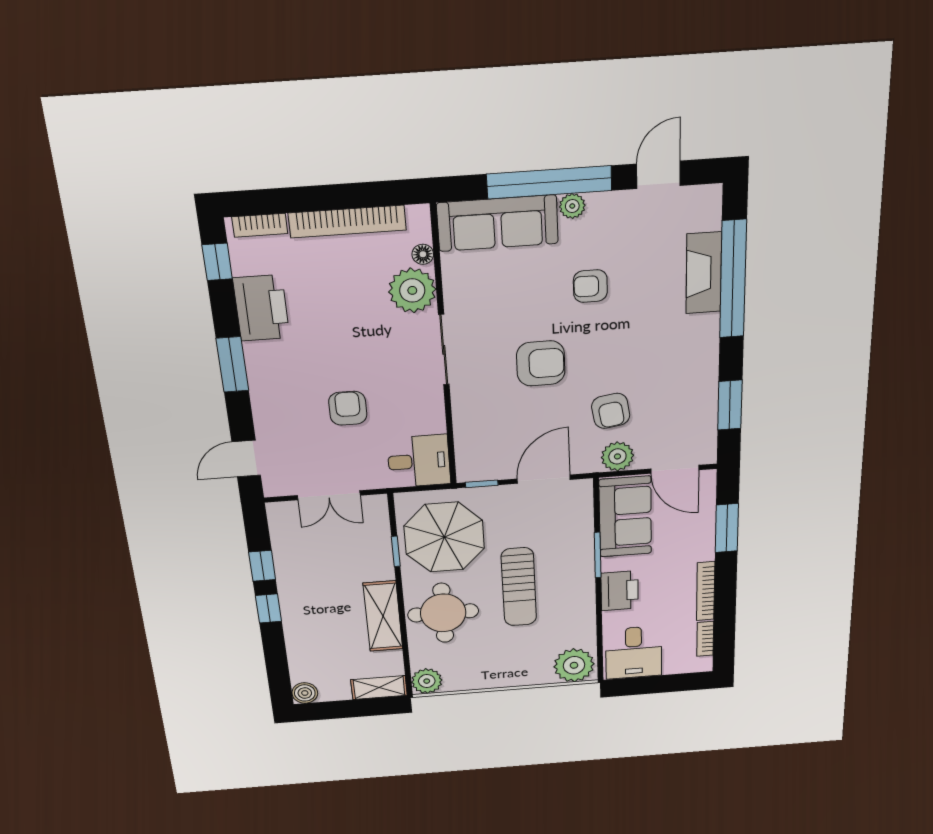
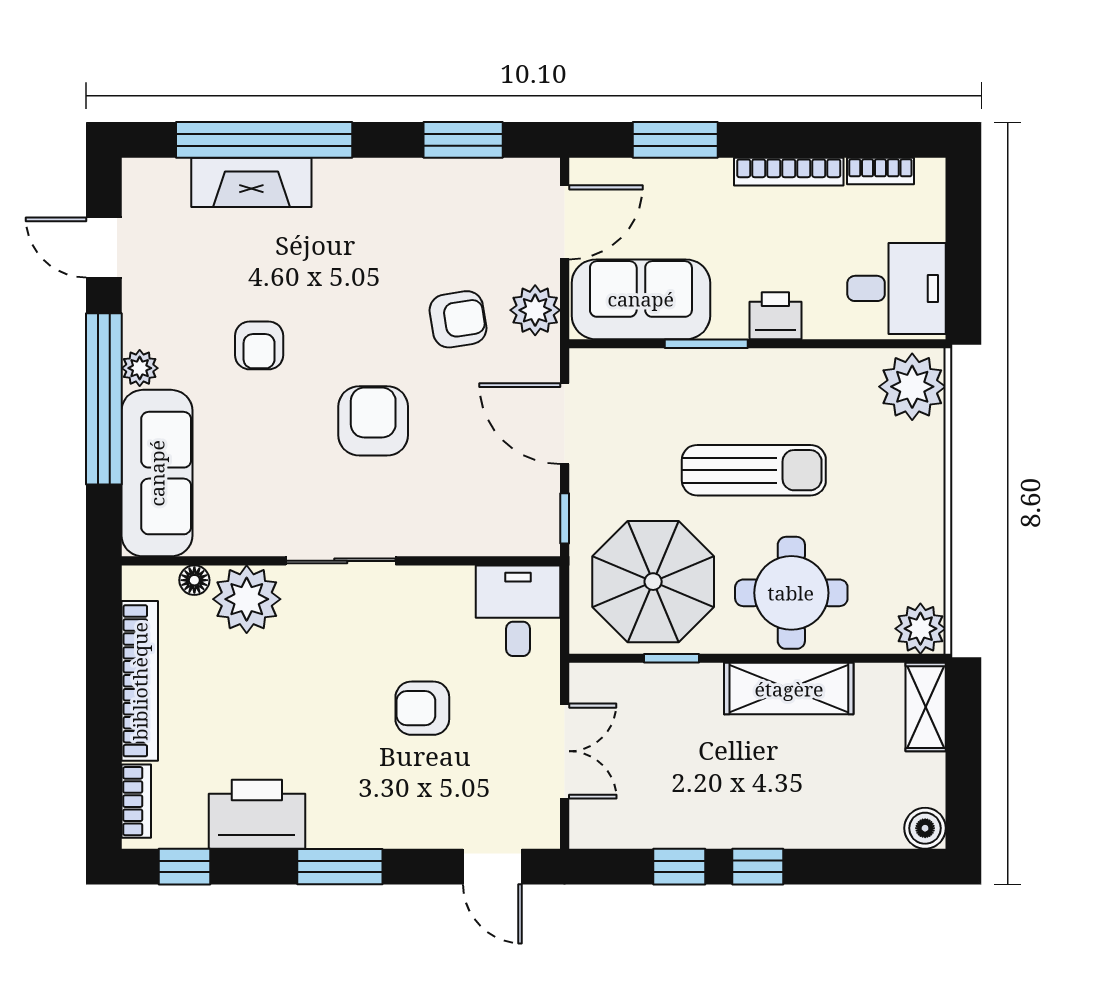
printer: (620, 591) -> (775, 316), width x0.73, depth x0.81

